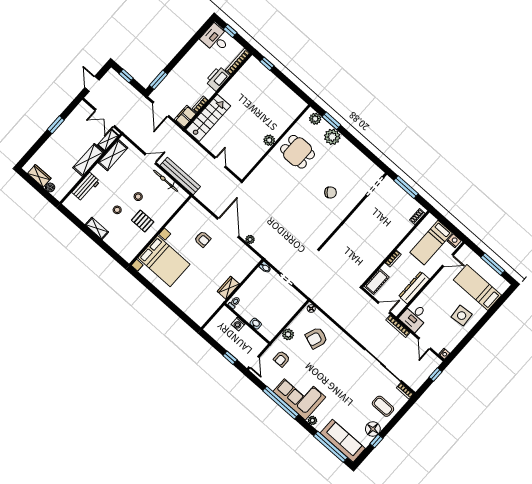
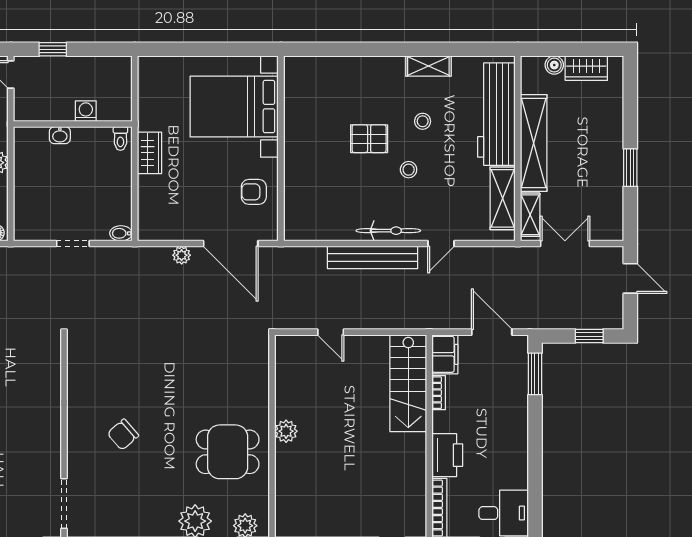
shelving: (88, 160) -> (534, 143), width x1.47
workbench: (86, 187) -> (496, 114), width x1.88, depth x1.32
wall: (160, 230) -> (281, 148), moved
bed with nightstands: (164, 261) -> (234, 107), moved

